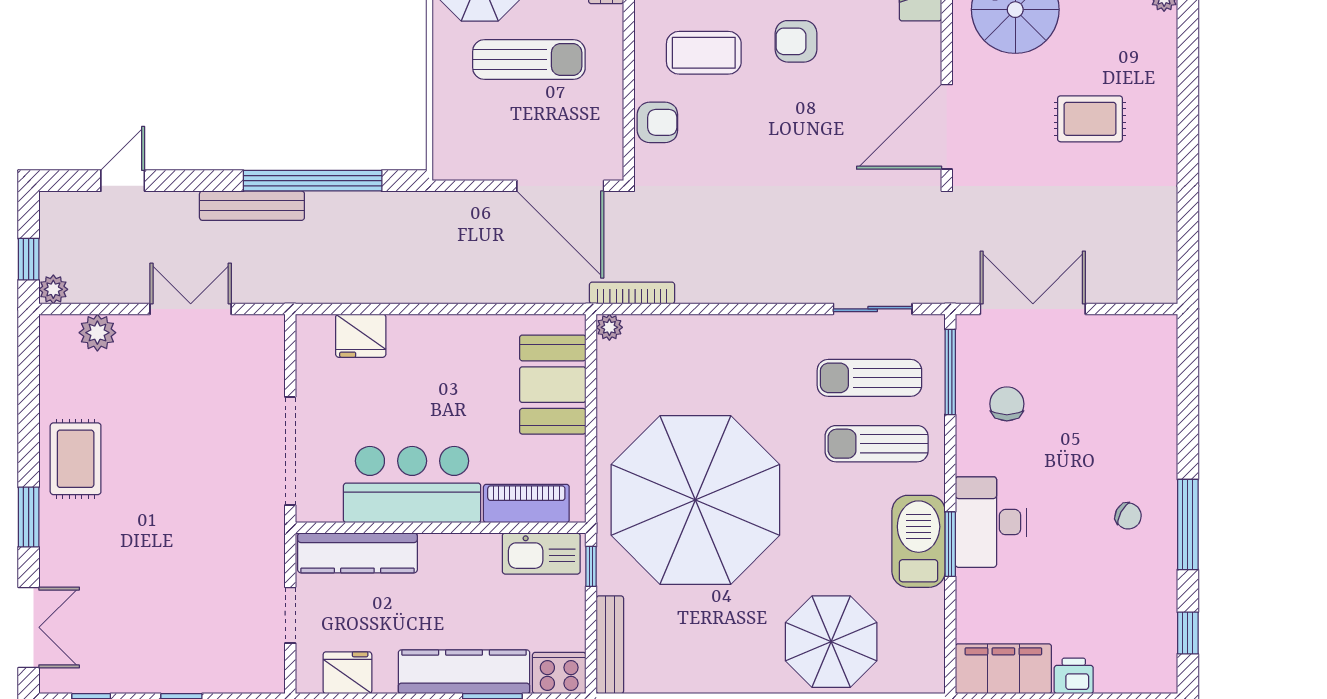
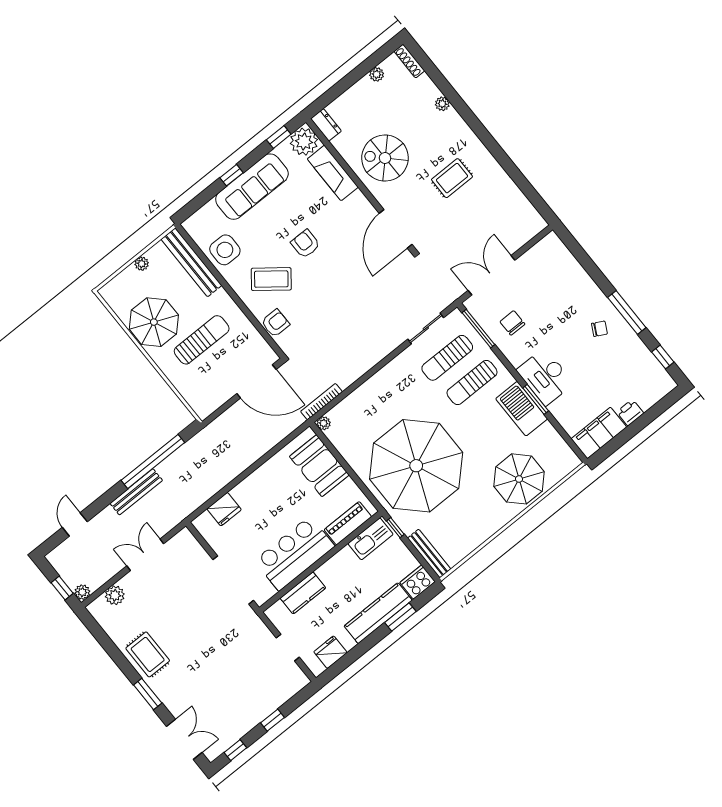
armchair: (796, 41) -> (305, 244), turned 90
coffee table: (704, 53) -> (271, 279), turned 38
kitchen counter: (357, 553) -> (303, 593), width x0.67

